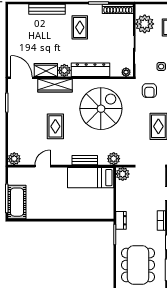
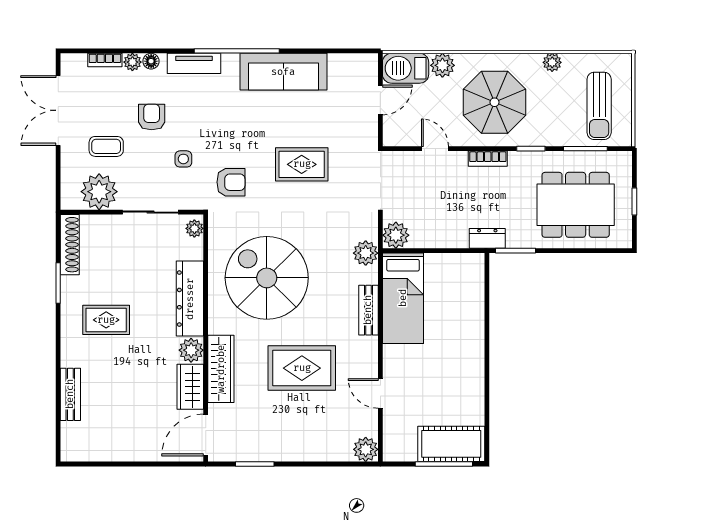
bench: (47, 9) -> (70, 394), width x0.73
rug: (55, 126) -> (302, 368), width x1.36, depth x1.43

